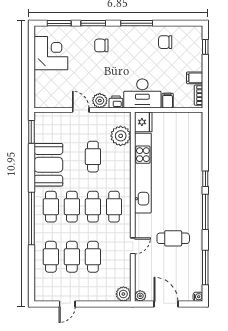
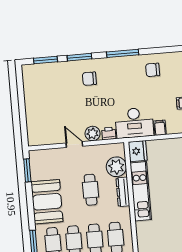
corner desk: (51, 53) -> (40, 91), removed
dresser: (125, 162) -> (123, 192), added
kitchen unit: (143, 173) -> (141, 191), width x0.73

